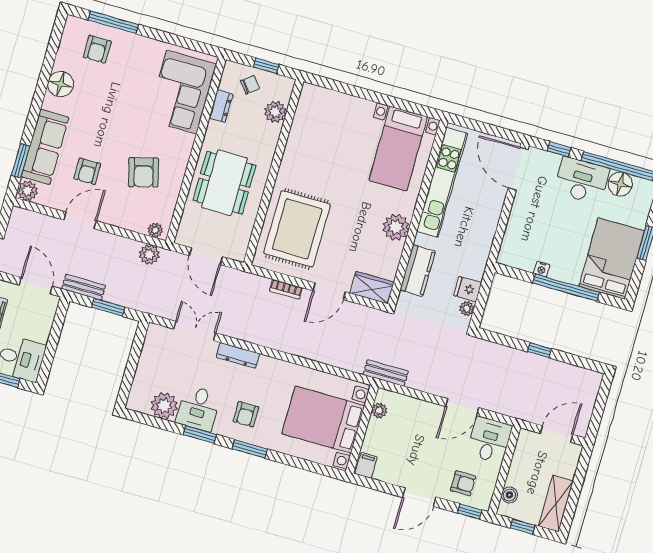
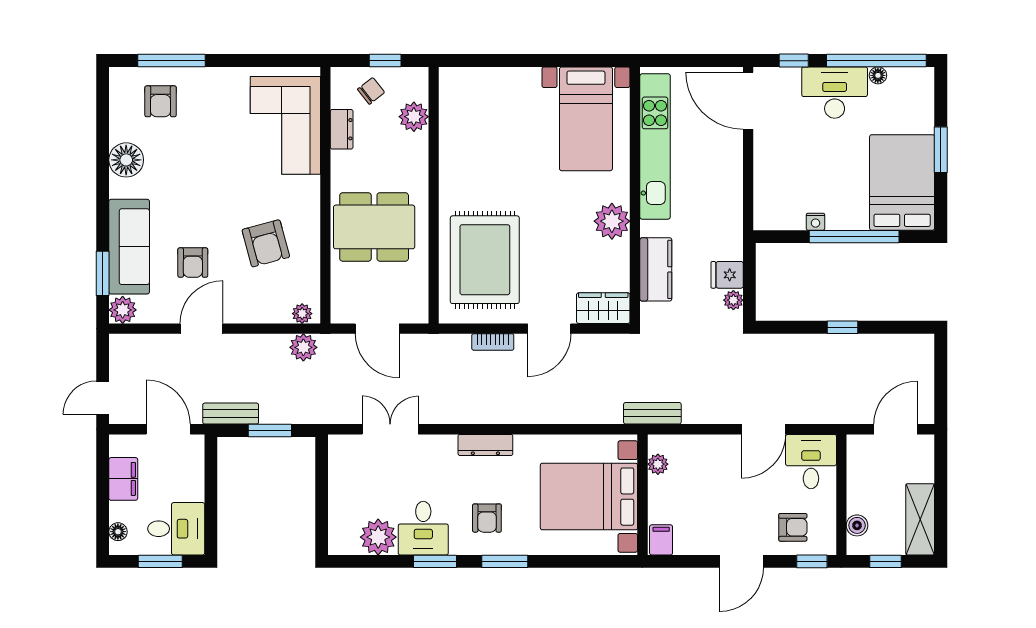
dining table: (224, 183) -> (374, 227), turned 90
floor lamp: (620, 184) -> (878, 75), width x0.53, depth x0.53
dresser: (238, 355) -> (485, 445), moved

